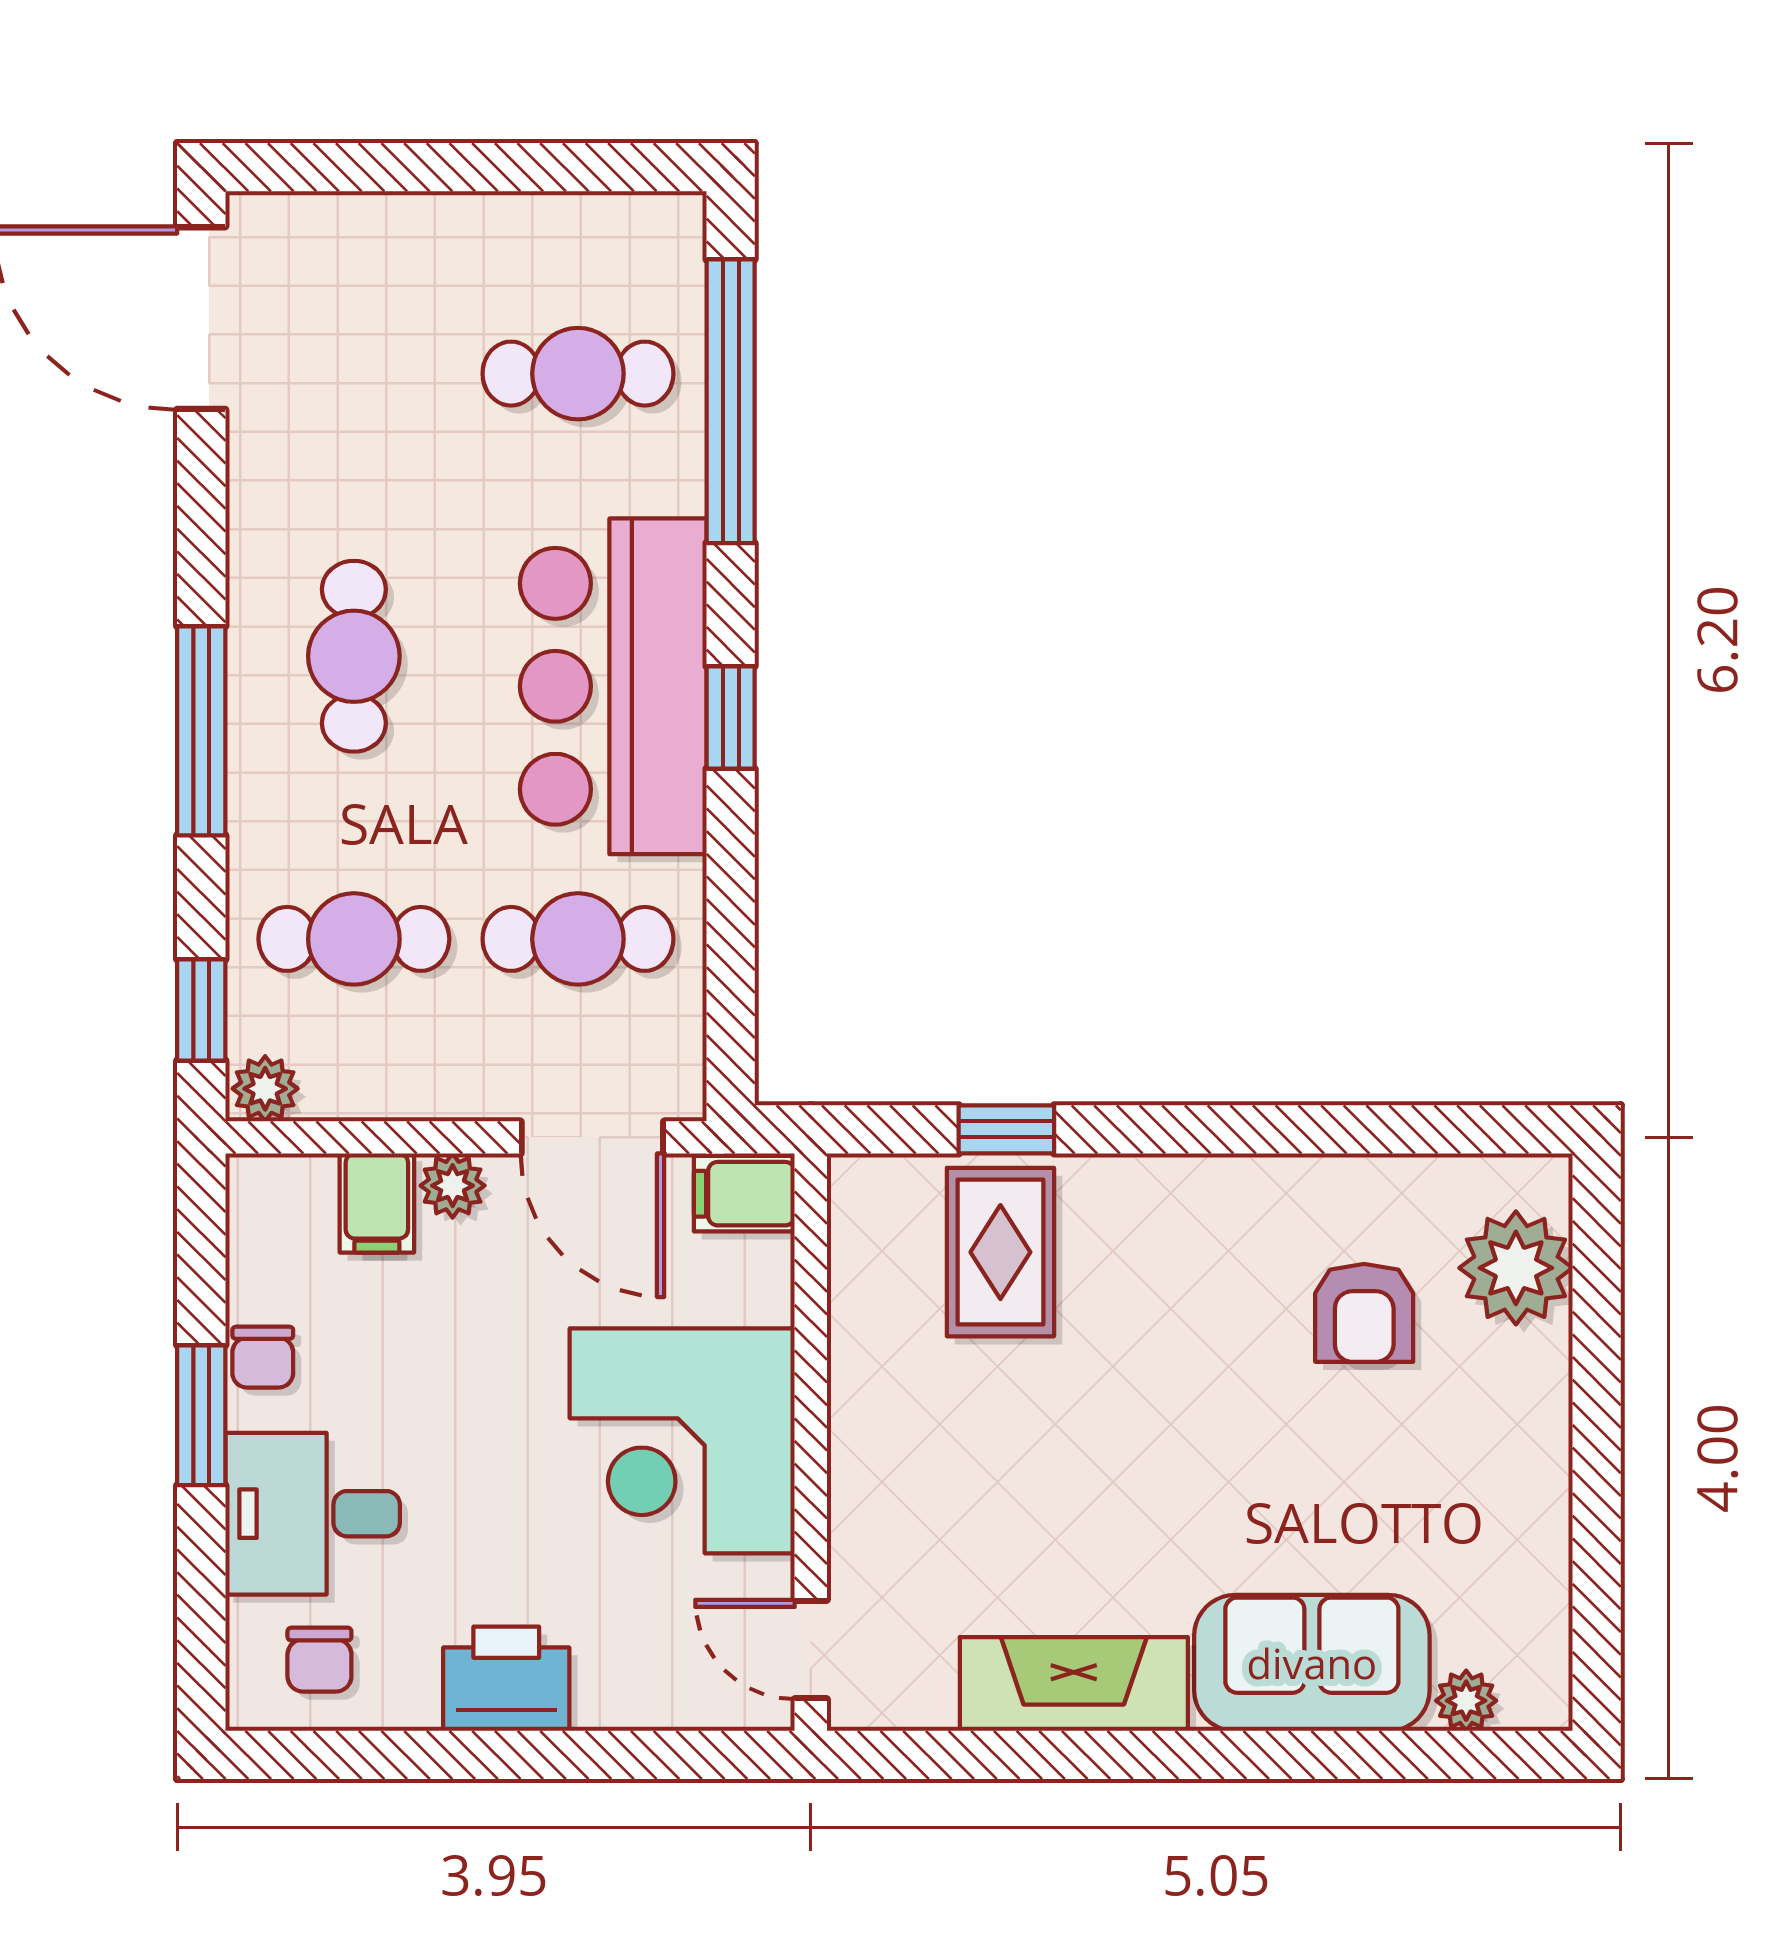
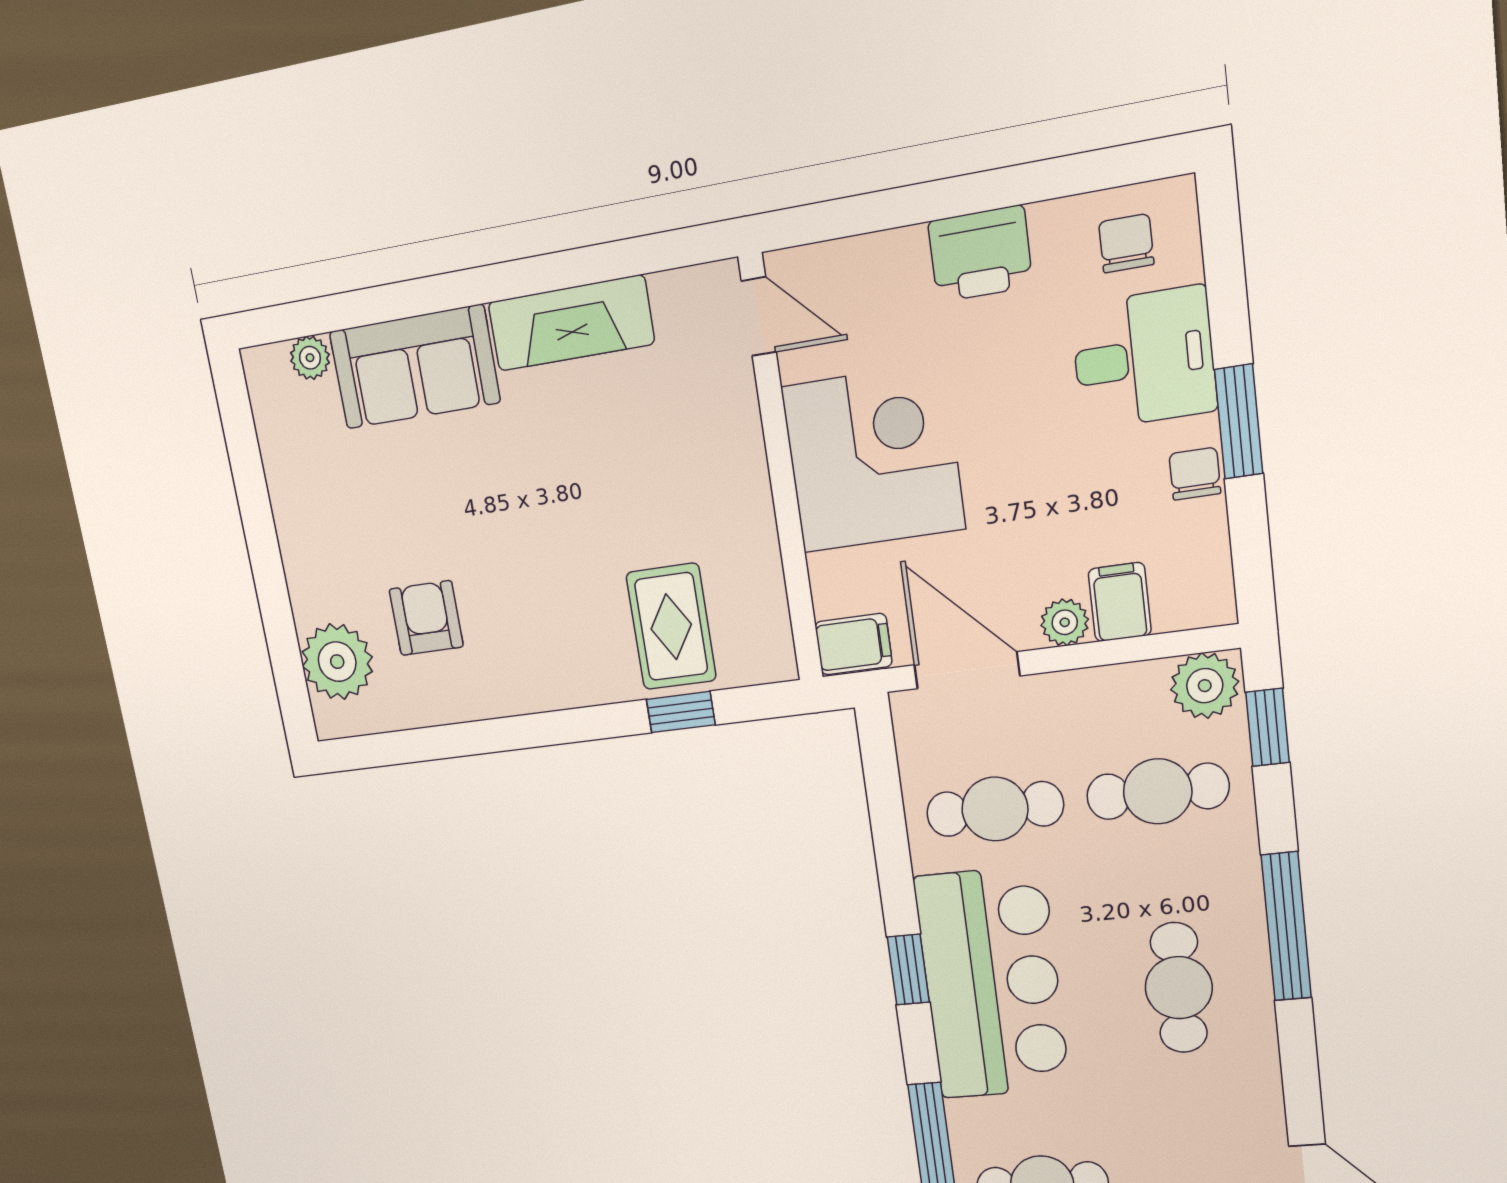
plant: (265, 1089) -> (1205, 686), width x1.38, depth x1.38

